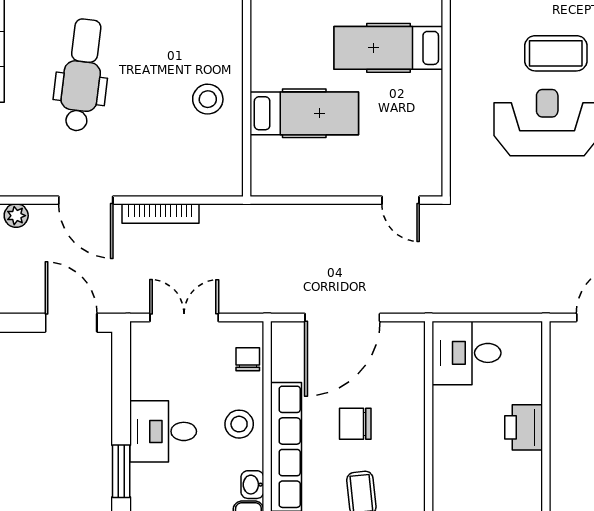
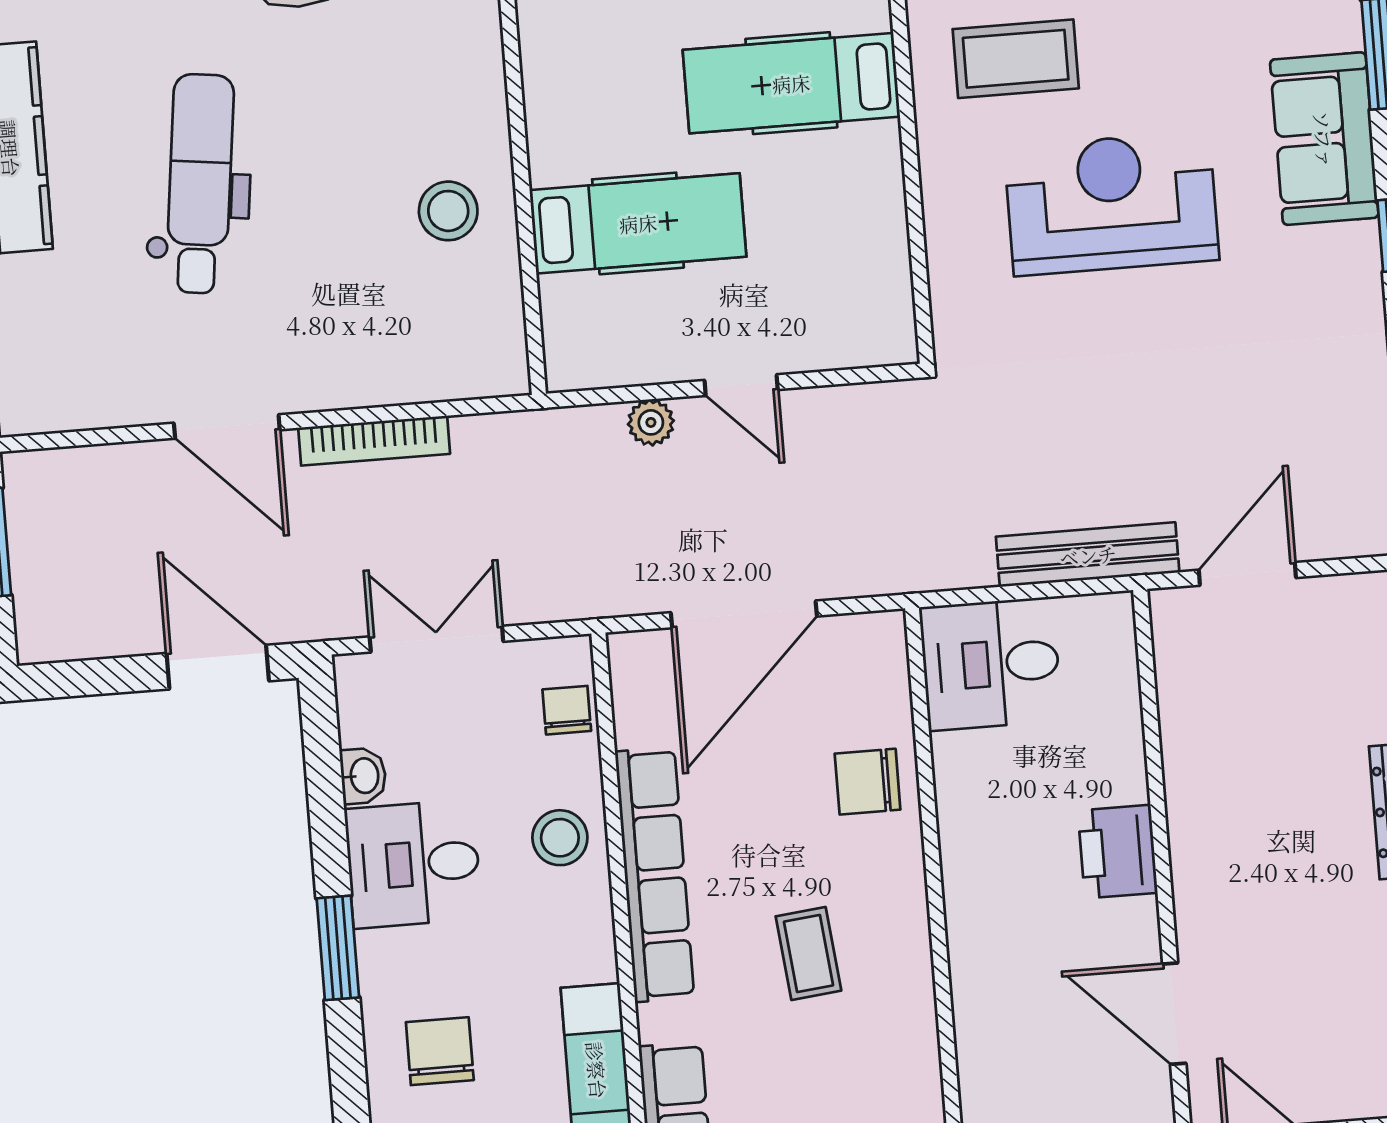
coffee table: (556, 53) -> (1016, 59), moved
door: (401, 200) -> (741, 385), moved
plant: (16, 216) -> (651, 422), moved
bench: (520, 301) -> (1088, 555), added
chair: (355, 424) -> (868, 782), moved
printer: (524, 427) -> (1118, 852), moved
washbasin: (252, 485) -> (363, 776), moved, turned 180

